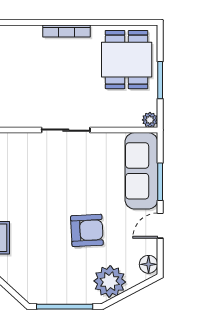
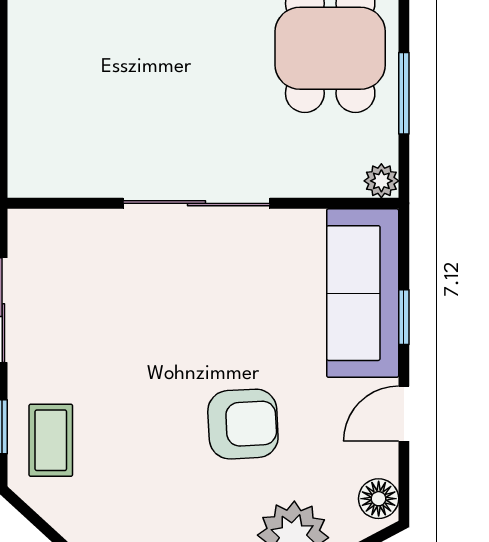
sliding door: (66, 130) -> (196, 203), width x1.37
window: (160, 182) -> (404, 317), width x0.67

